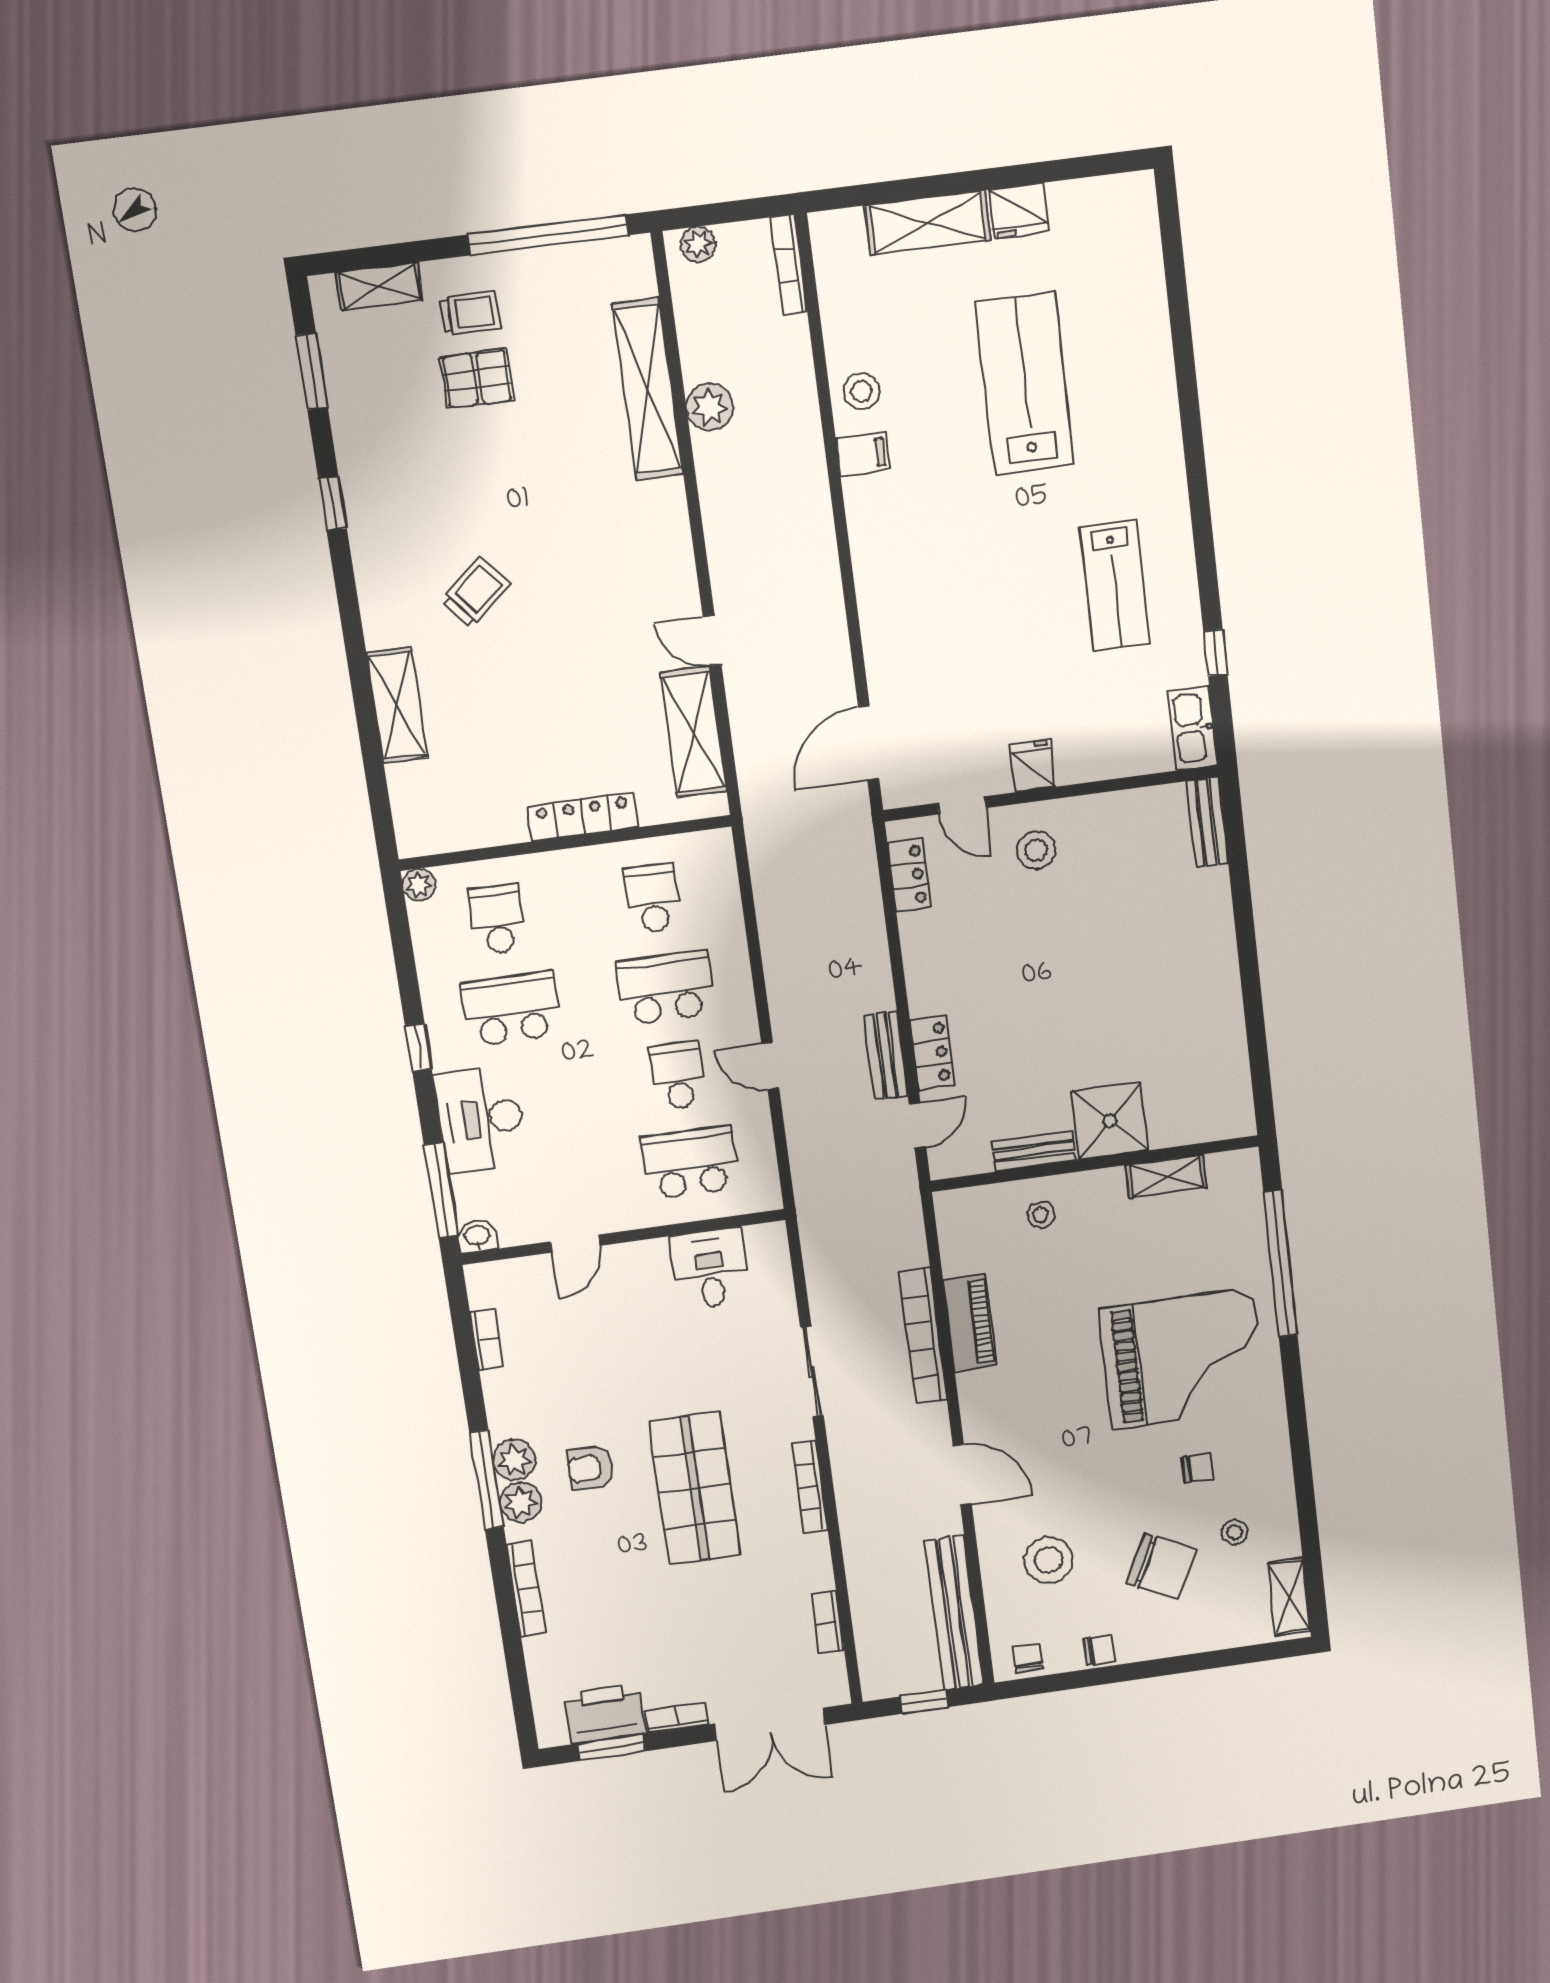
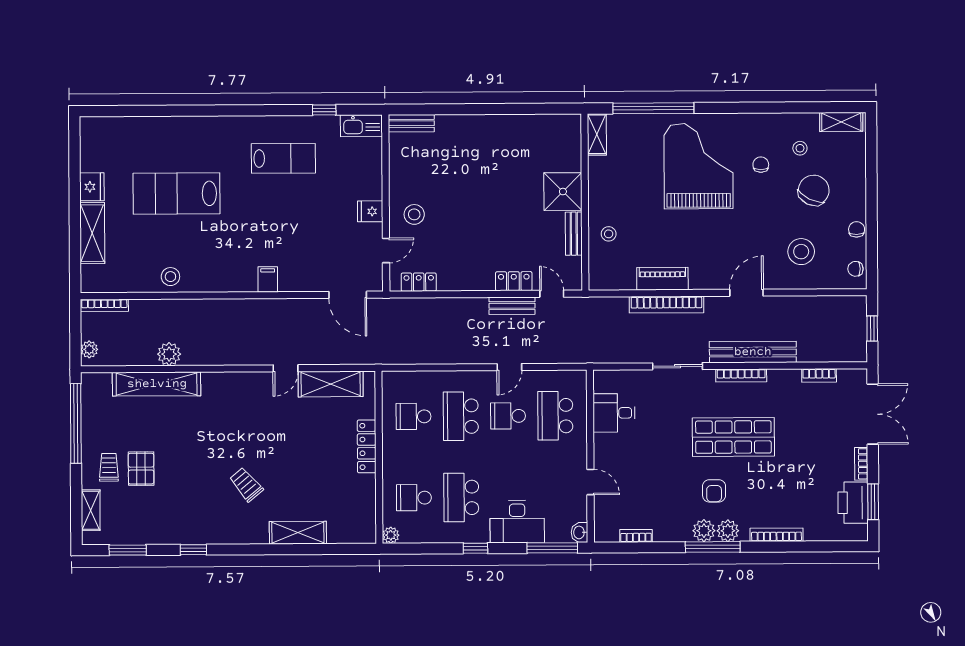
filing cabinet: (863, 454) -> (268, 279), moved
shelving: (1166, 1176) -> (597, 134), moved
bench: (954, 1613) -> (753, 352), moved

